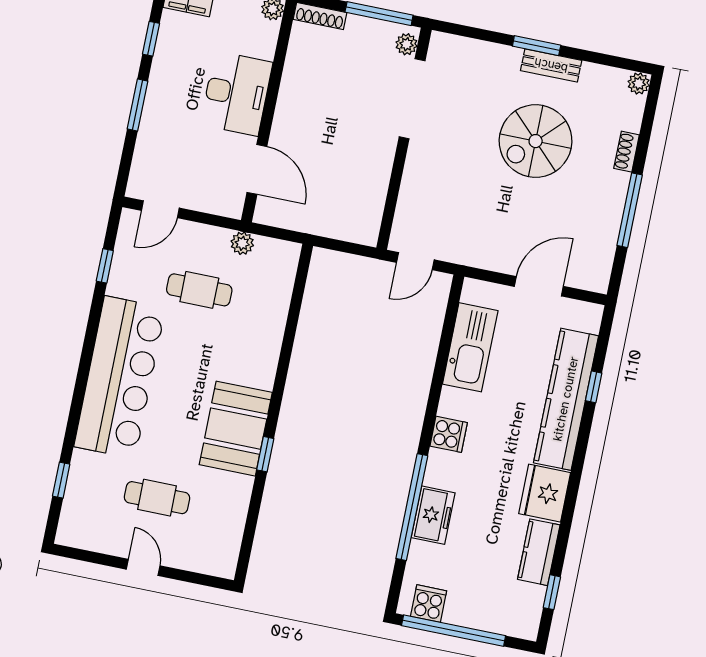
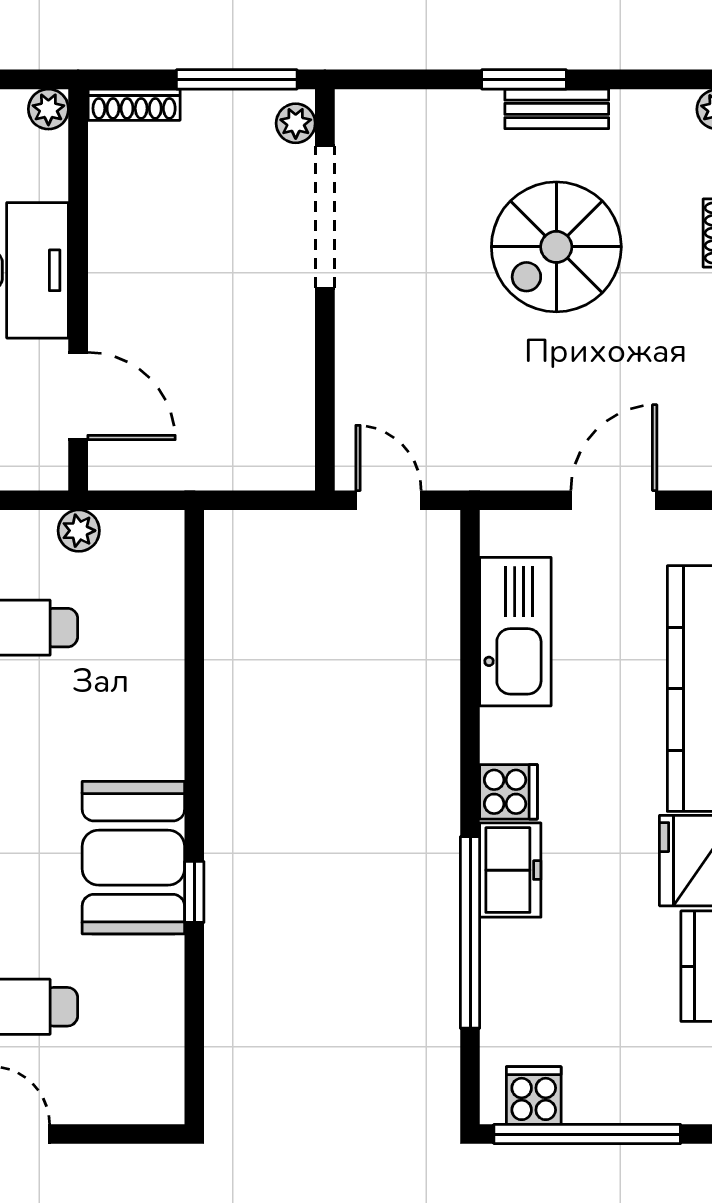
door: (415, 261) -> (388, 500), swing flipped
freezer: (433, 515) -> (510, 870), moved

